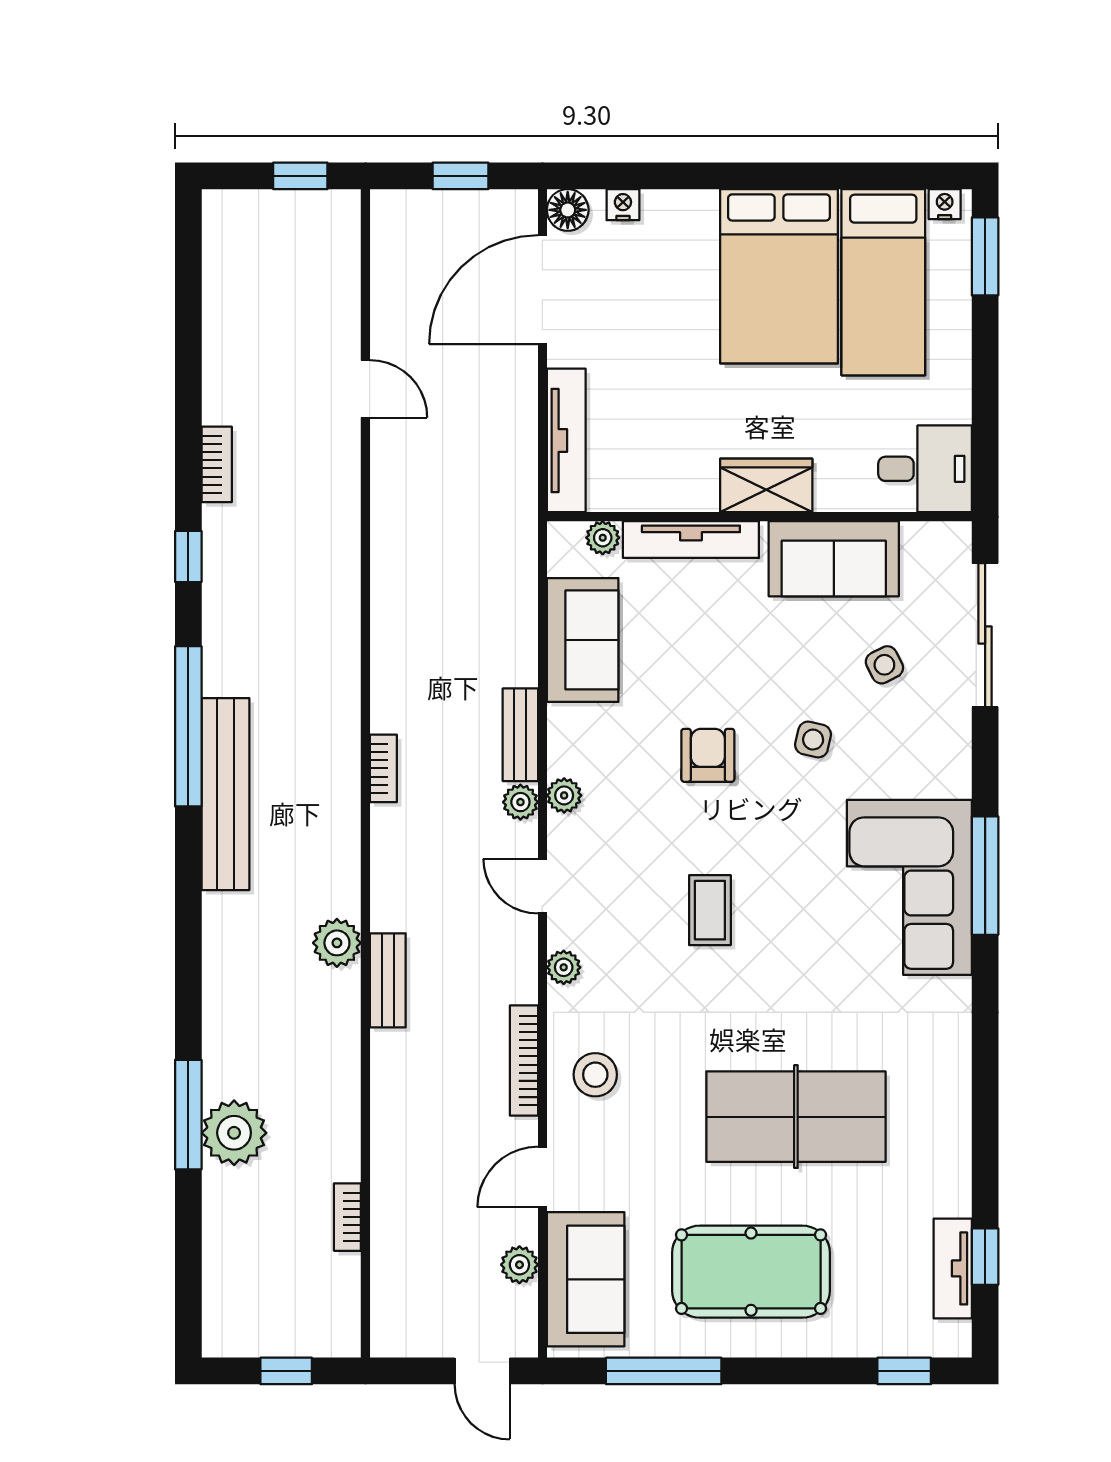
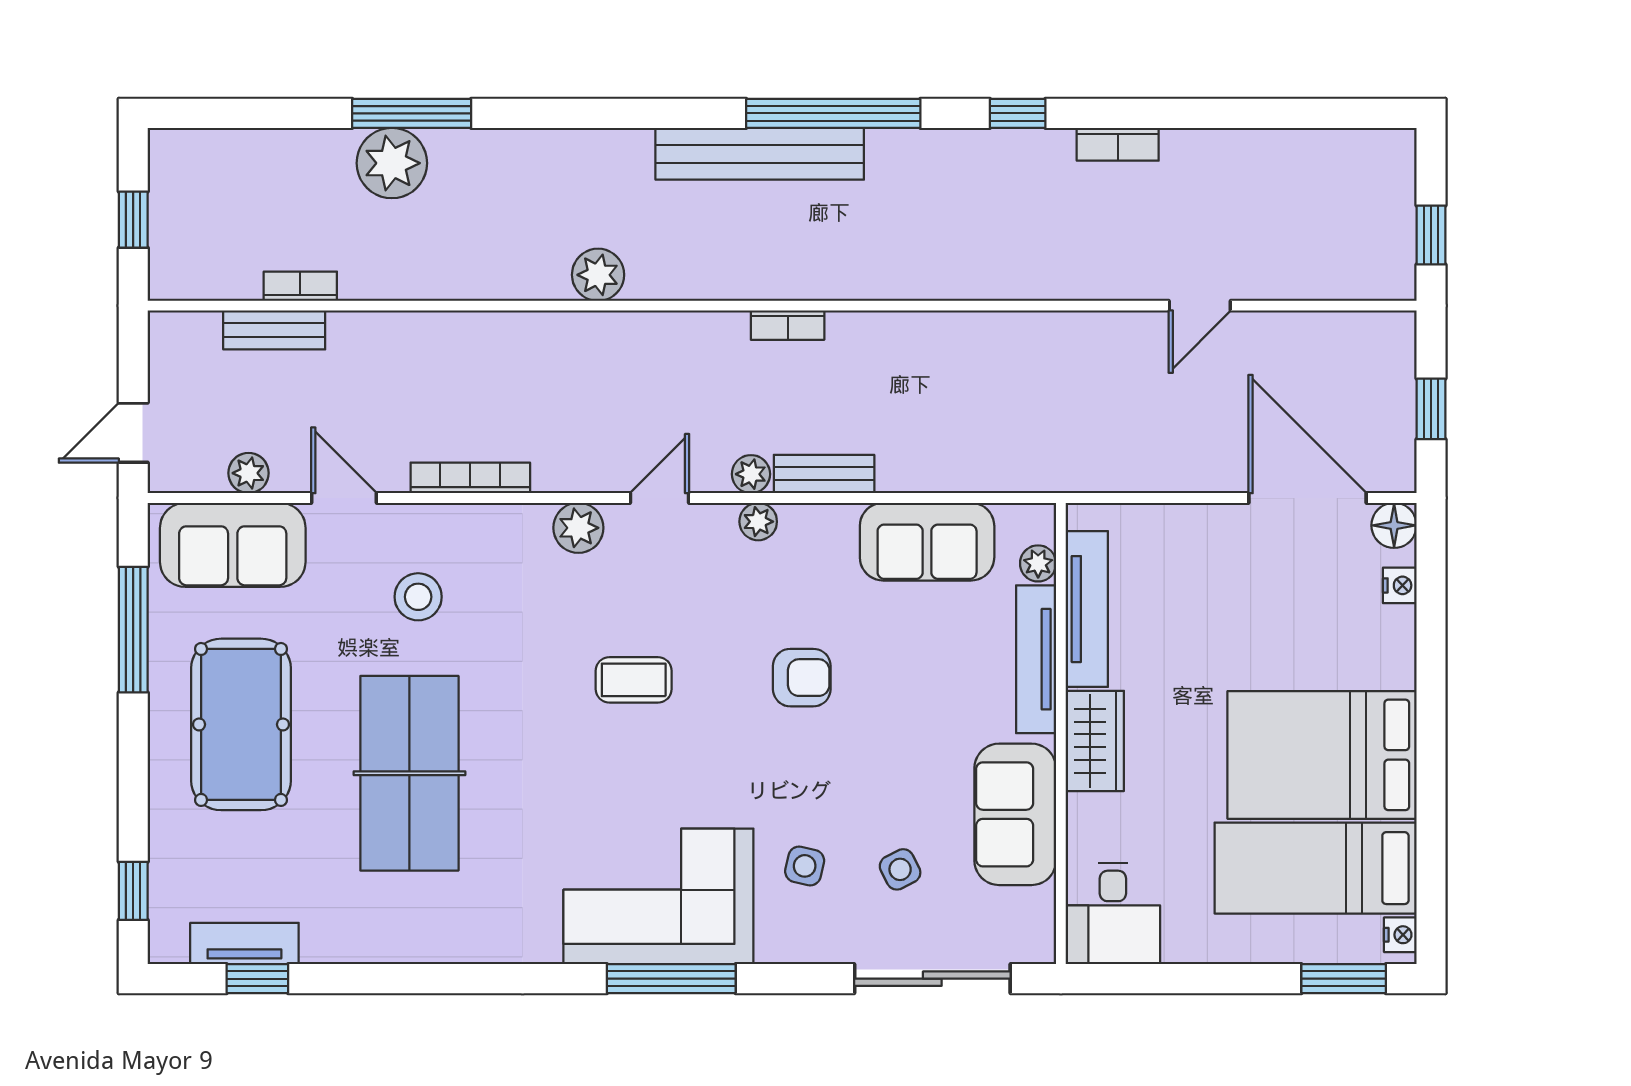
tv unit: (566, 440) -> (1087, 609), moved, turned -90
side table: (813, 740) -> (805, 866), moved
plant: (564, 967) -> (578, 528), width x1.38, depth x1.38
bench: (388, 980) -> (274, 330), moved
stool: (595, 1075) -> (418, 597), moved

